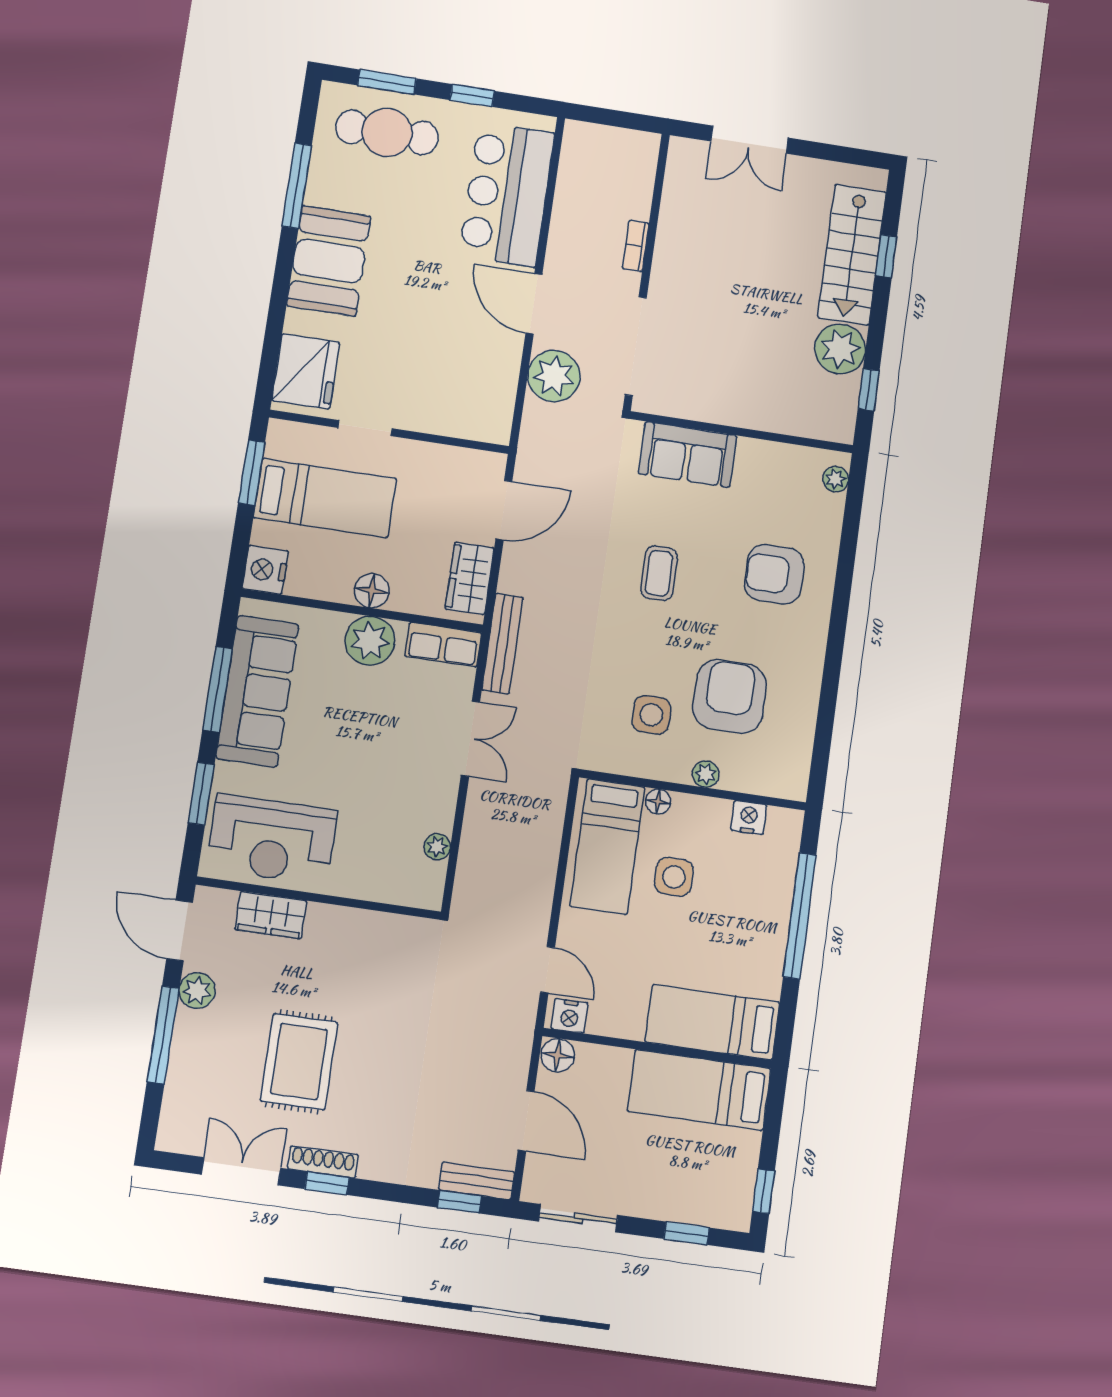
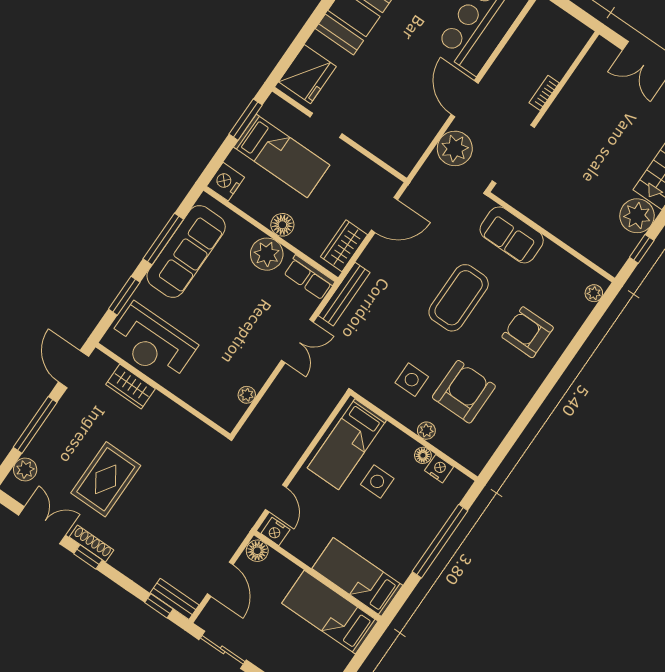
coffee table: (659, 573) -> (459, 298), width x1.86, depth x1.72
floor lamp: (658, 802) -> (423, 455), moved
plant: (197, 991) -> (25, 470), moved

